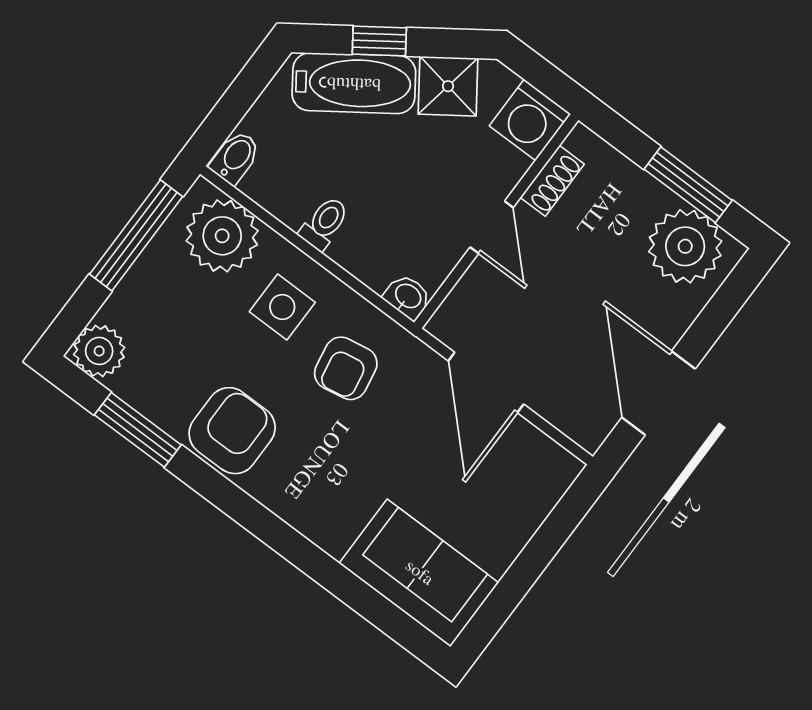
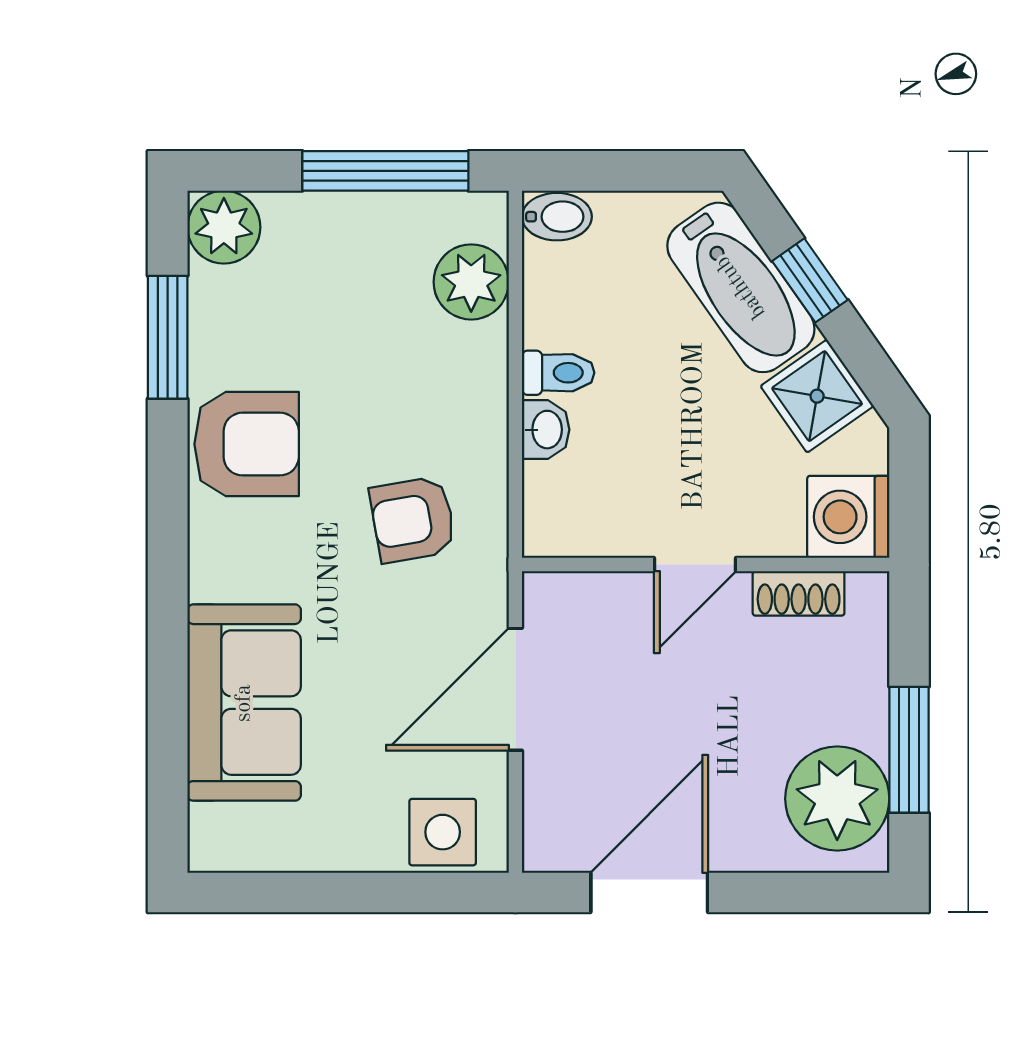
plant: (222, 236) -> (471, 282), width x0.73, depth x0.73
washbasin: (408, 297) -> (546, 430), moved
side table: (282, 307) -> (443, 832), moved
sofa: (419, 573) -> (244, 703), moved

